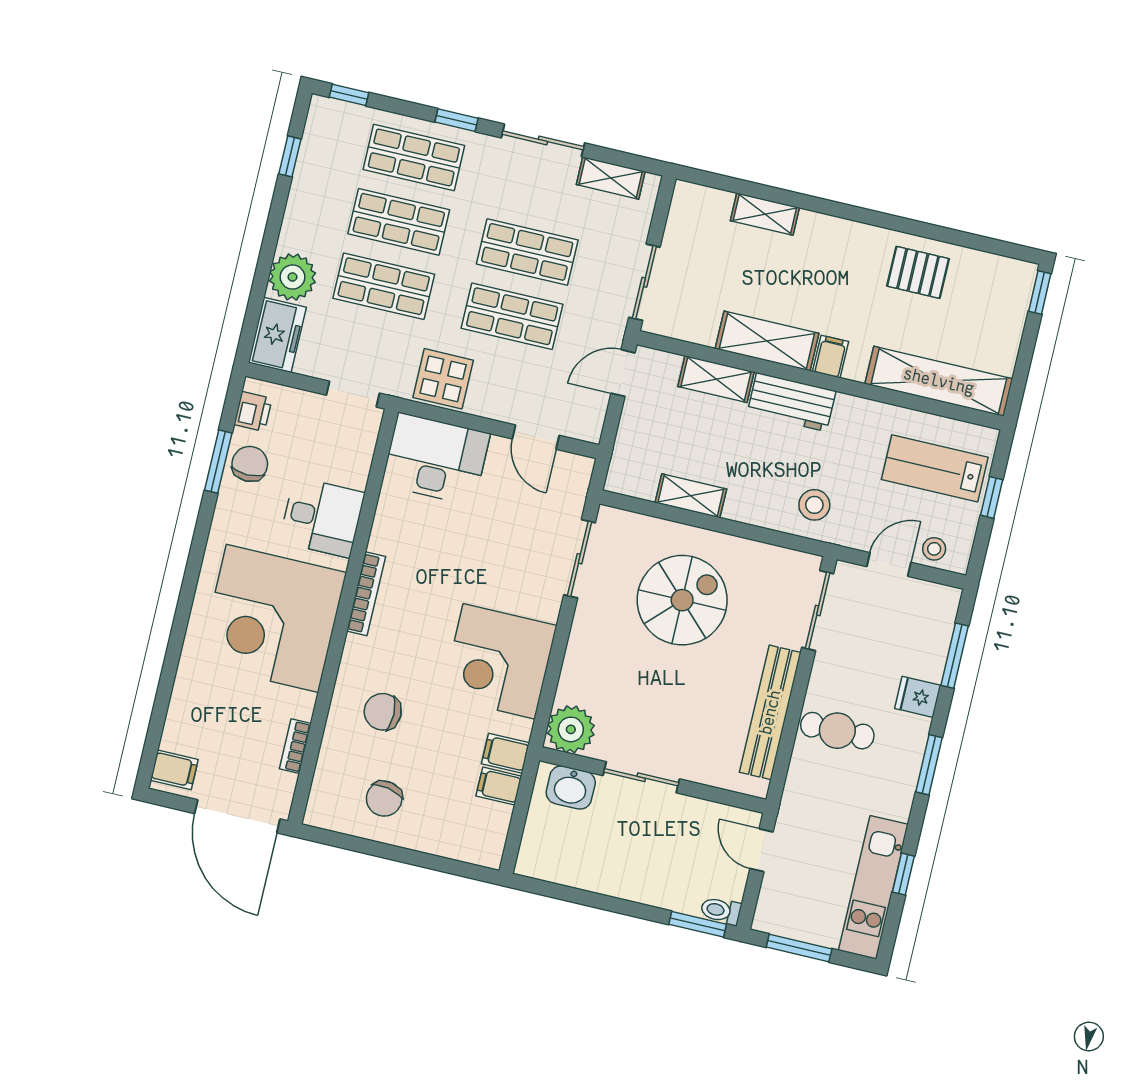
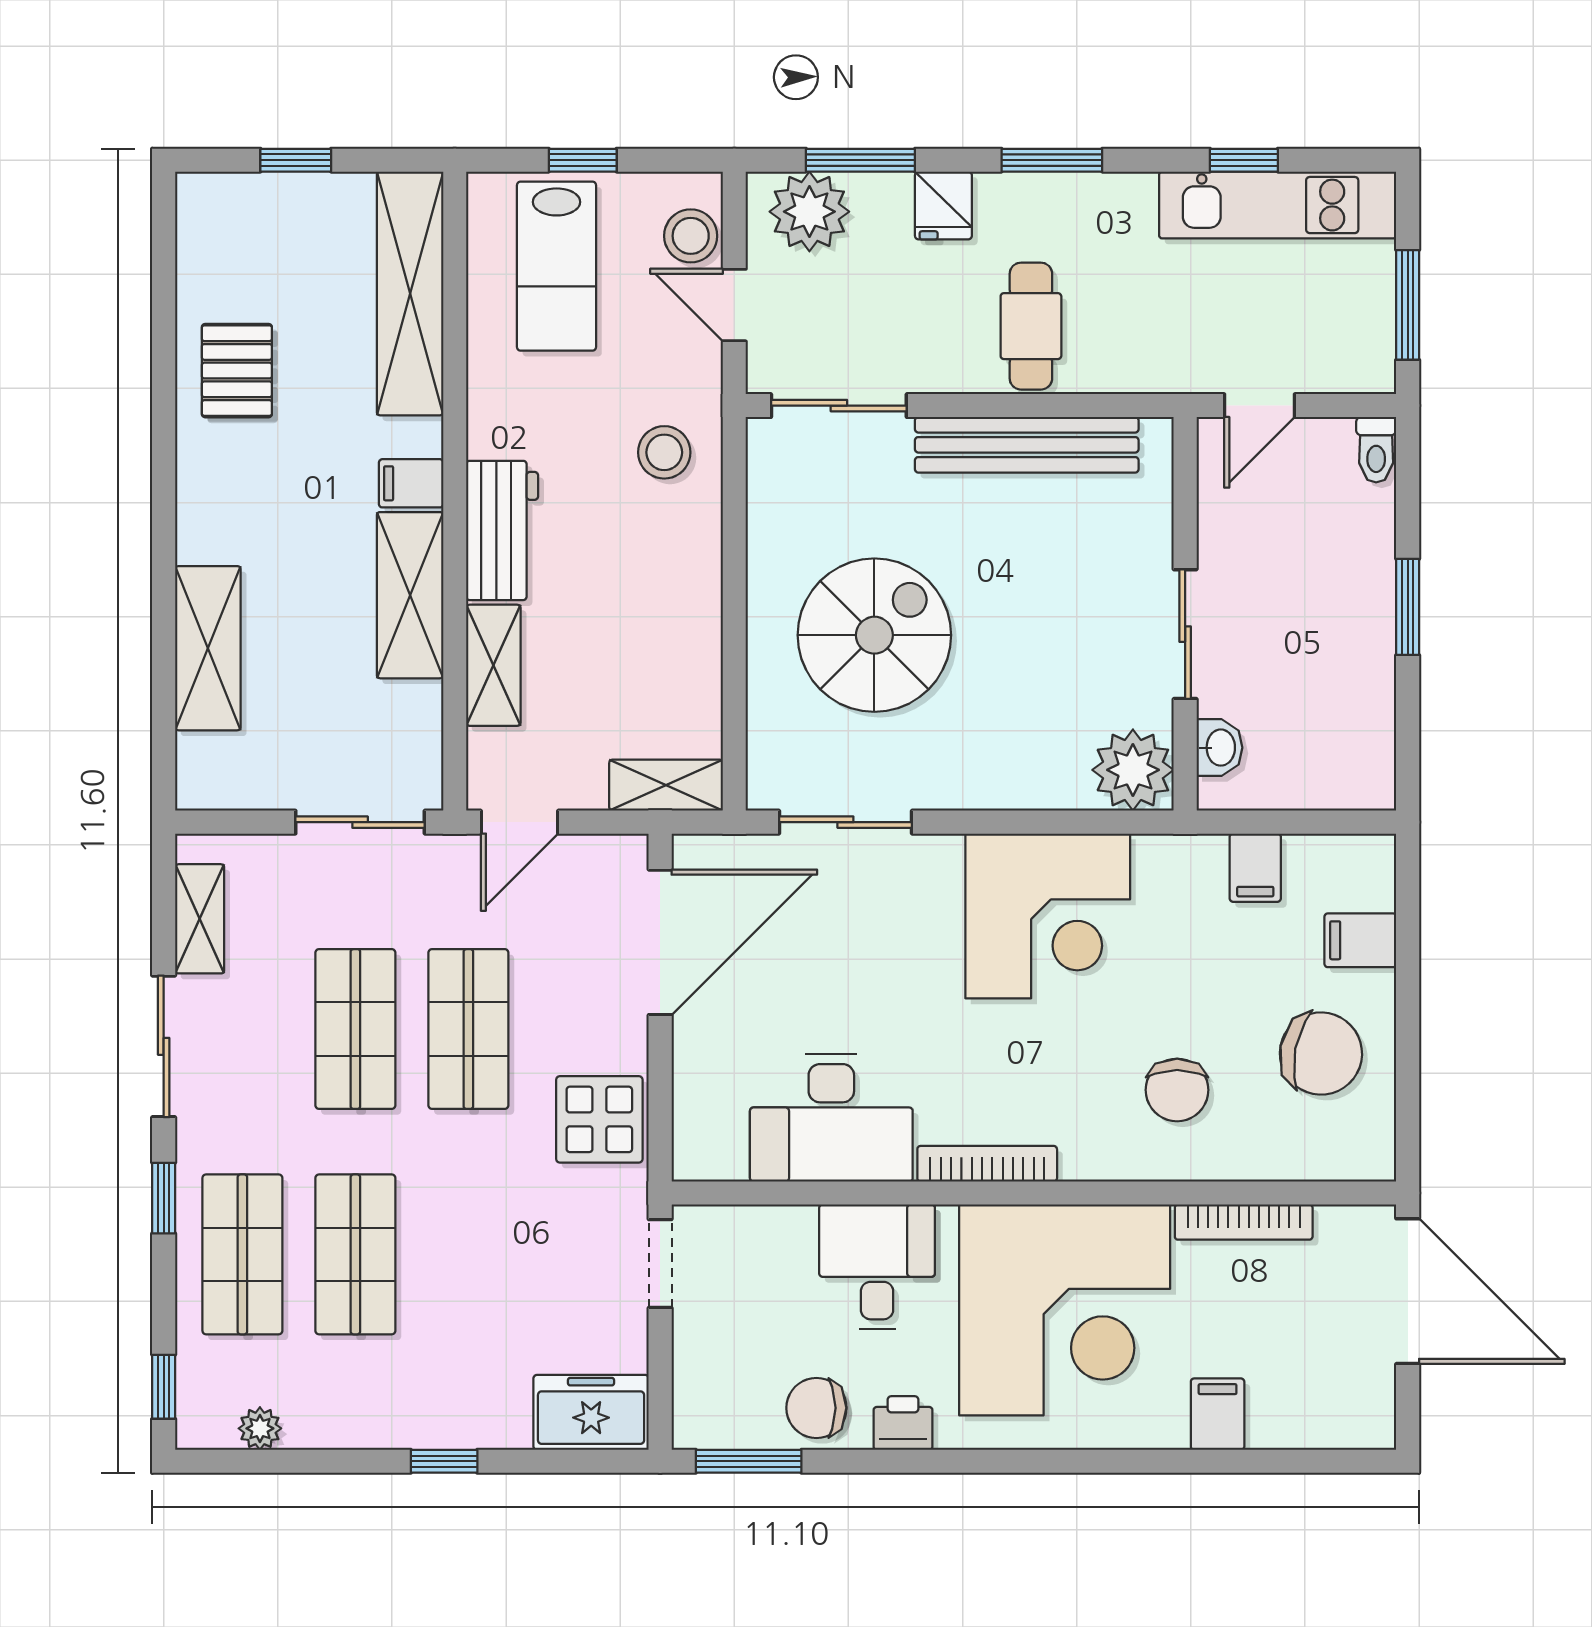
window: (290, 156) -> (444, 1461), moved
shelving: (765, 214) -> (208, 648), width x1.50, depth x1.33
plant: (292, 277) -> (260, 1428), moved, width x0.53, depth x0.53
shop shelf: (384, 286) -> (468, 1254), removed
window: (1040, 292) -> (296, 160), moved
door: (623, 373) -> (519, 822), hinge flipped
printer: (253, 411) -> (903, 1423), moved
door: (536, 437) -> (660, 942), width x1.87
desk: (436, 459) -> (831, 1118), moved, turned -90
window: (218, 462) -> (749, 1461), moved
shelving: (691, 496) -> (666, 785), moved, turned 90
stool: (934, 549) -> (691, 236), width x1.37, depth x1.37
spiral stairs: (682, 600) -> (874, 635), turned 90
plant: (932, 620) -> (809, 212), added
bookcase: (295, 746) -> (1244, 1222), width x1.56
filing cabinet: (505, 753) -> (1360, 940), moved, turned 90
filing cabinet: (174, 770) -> (1218, 1414), moved
washbasin: (571, 787) -> (1219, 748), width x0.72, depth x0.69
chair: (384, 799) -> (1321, 1054), width x1.37, depth x1.37
door: (237, 816) -> (1408, 1291), hinge flipped
window: (698, 924) -> (1408, 607), moved

